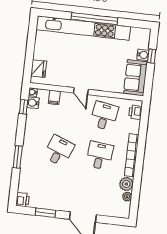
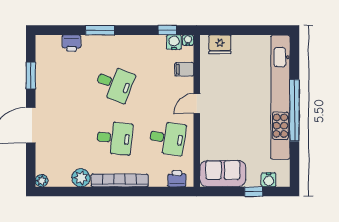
water cooler: (143, 55) -> (269, 180), moved
plant: (127, 197) -> (42, 181), moved
printer: (23, 200) -> (72, 43), moved

